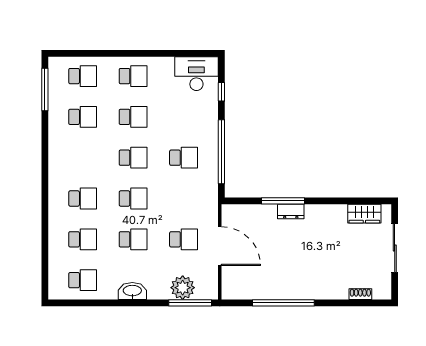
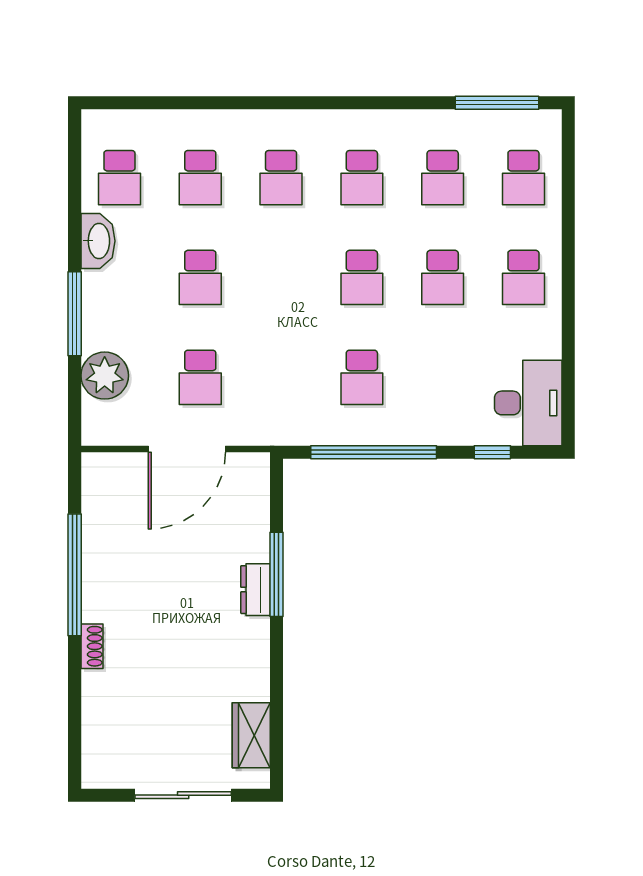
school desk: (133, 199) -> (362, 178), moved
washbasin: (132, 291) -> (98, 241), moved
shoe rack: (360, 294) -> (92, 646), moved
window: (190, 303) -> (75, 314), moved

